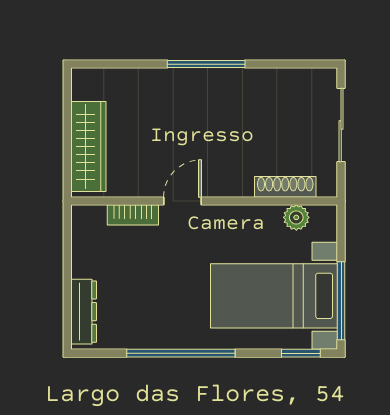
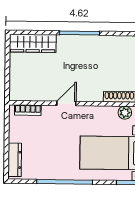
wardrobe: (88, 147) -> (33, 43), moved, turned 90
bookcase: (133, 215) -> (28, 110), moved

